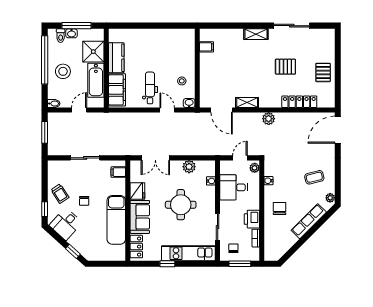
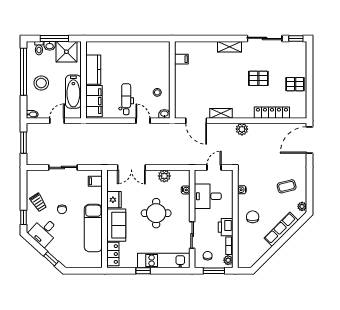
window: (324, 26) -> (296, 38), added
shower: (93, 52) -> (66, 52), moved
pallet: (323, 72) -> (295, 84), turned 90
plant: (255, 168) -> (228, 260), moved

